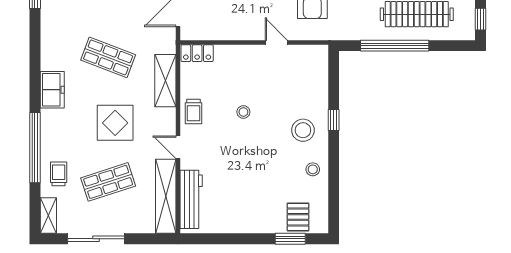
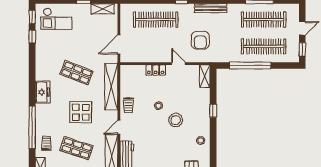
locker: (197, 53) -> (156, 70), moved
shelving: (320, 63) -> (205, 76), added
shelving: (165, 81) -> (111, 87), width x1.47
stool: (303, 130) -> (176, 120), moved
door: (178, 147) -> (119, 127), hinge flipped
shop shelf: (108, 182) -> (77, 148), turned 36

